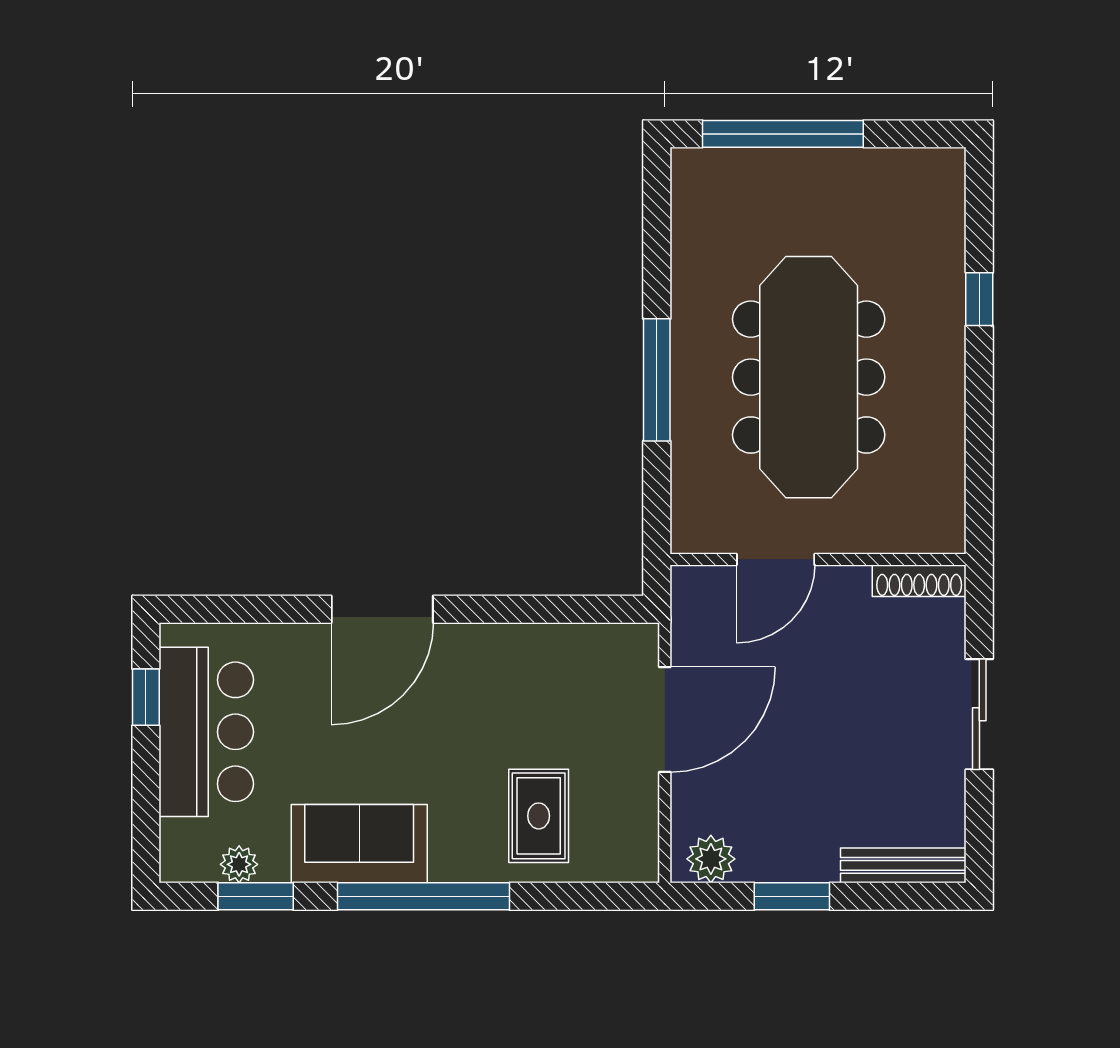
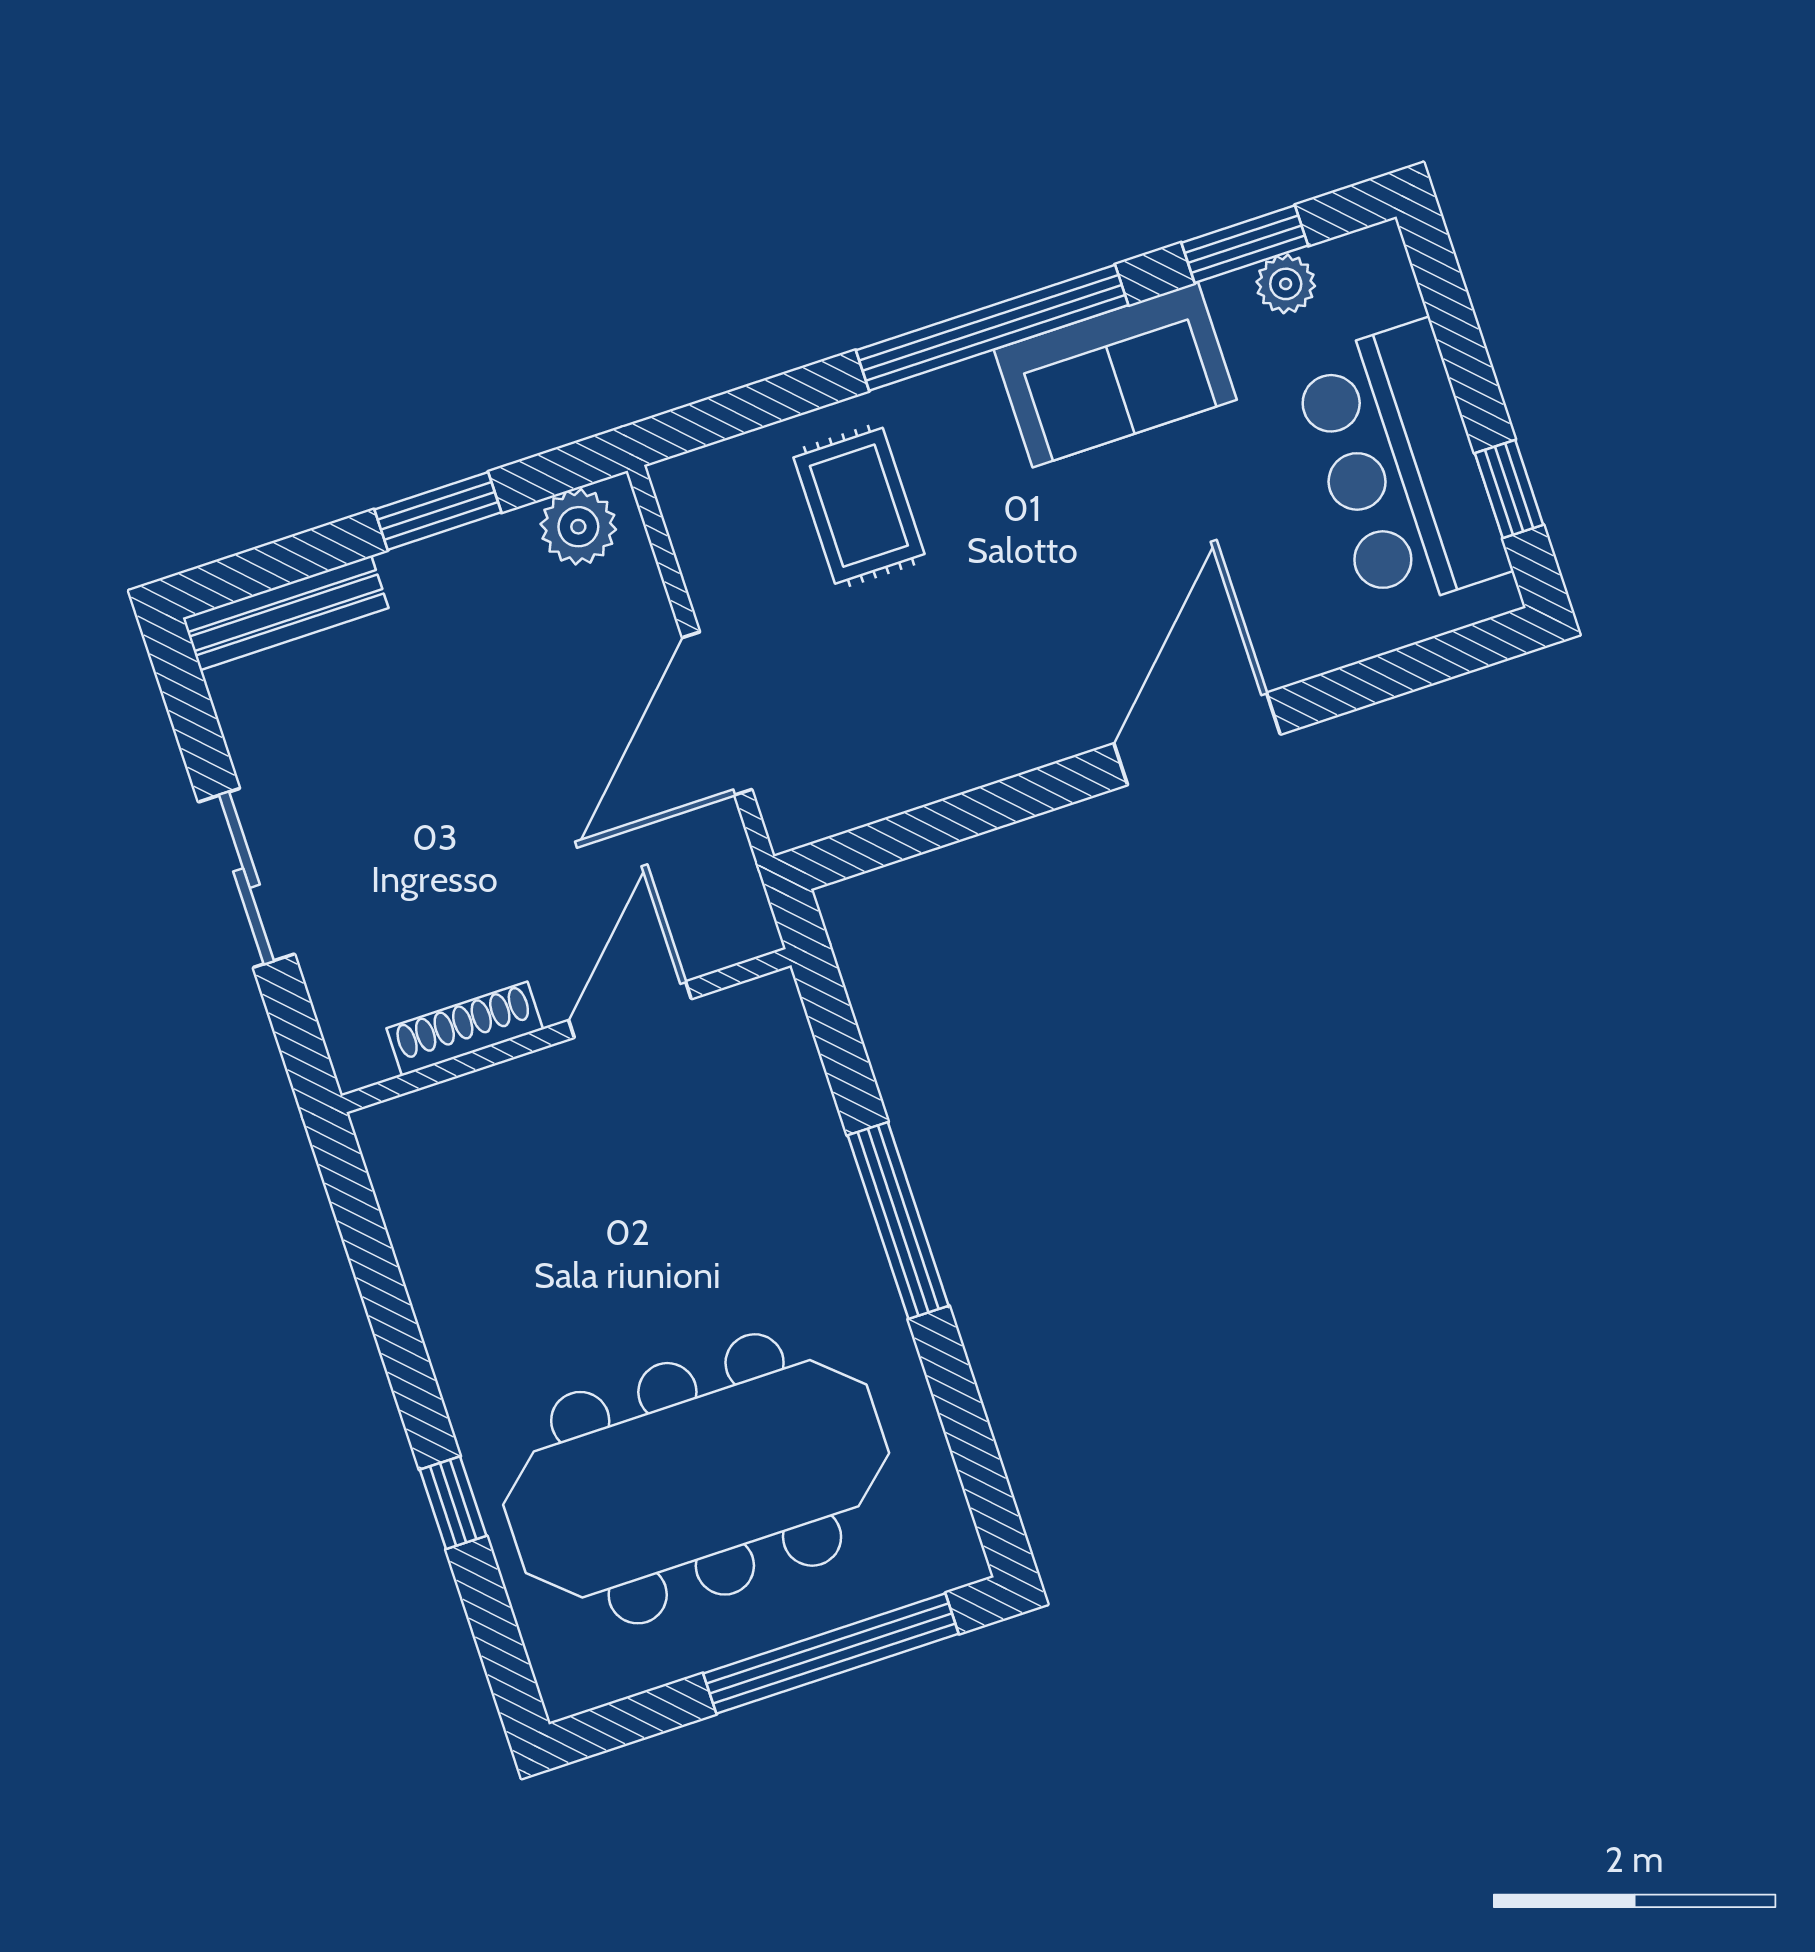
meeting table: (809, 377) -> (696, 1479), moved, turned 90
shoe rack: (919, 581) -> (465, 1029), moved

